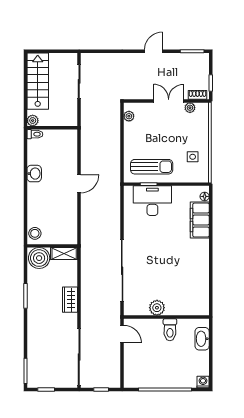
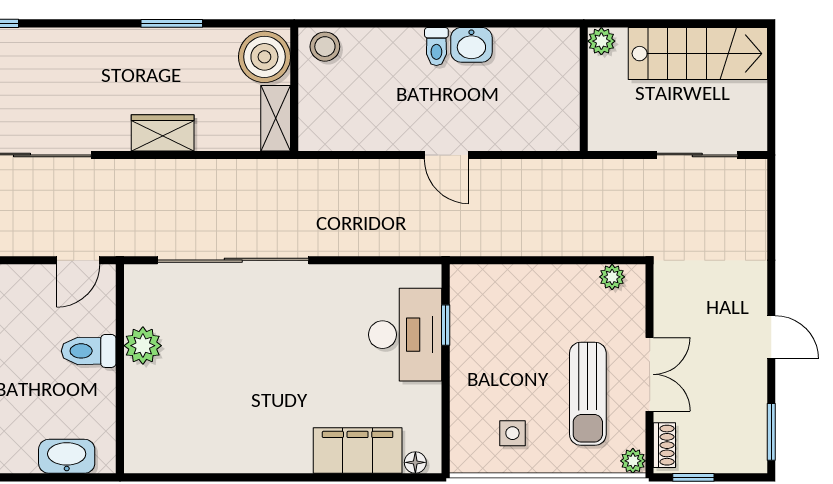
plant: (190, 108) -> (633, 461), moved
toilet: (35, 134) -> (436, 47), moved
sun lounger: (152, 167) -> (588, 394), moved
toilet: (170, 330) -> (89, 351), moved

